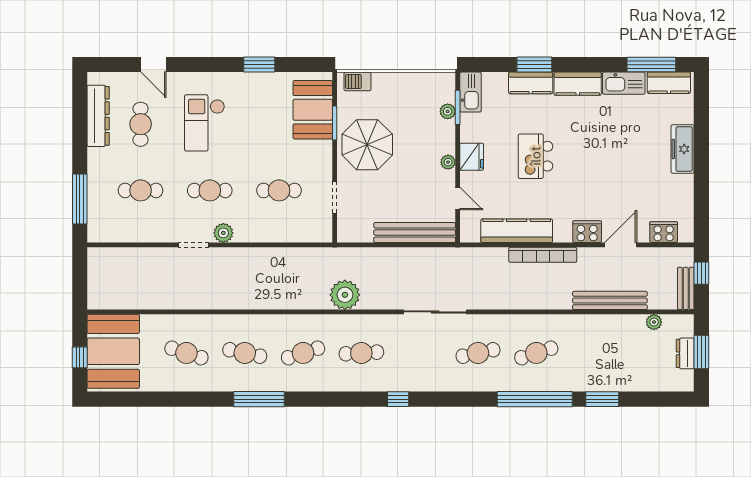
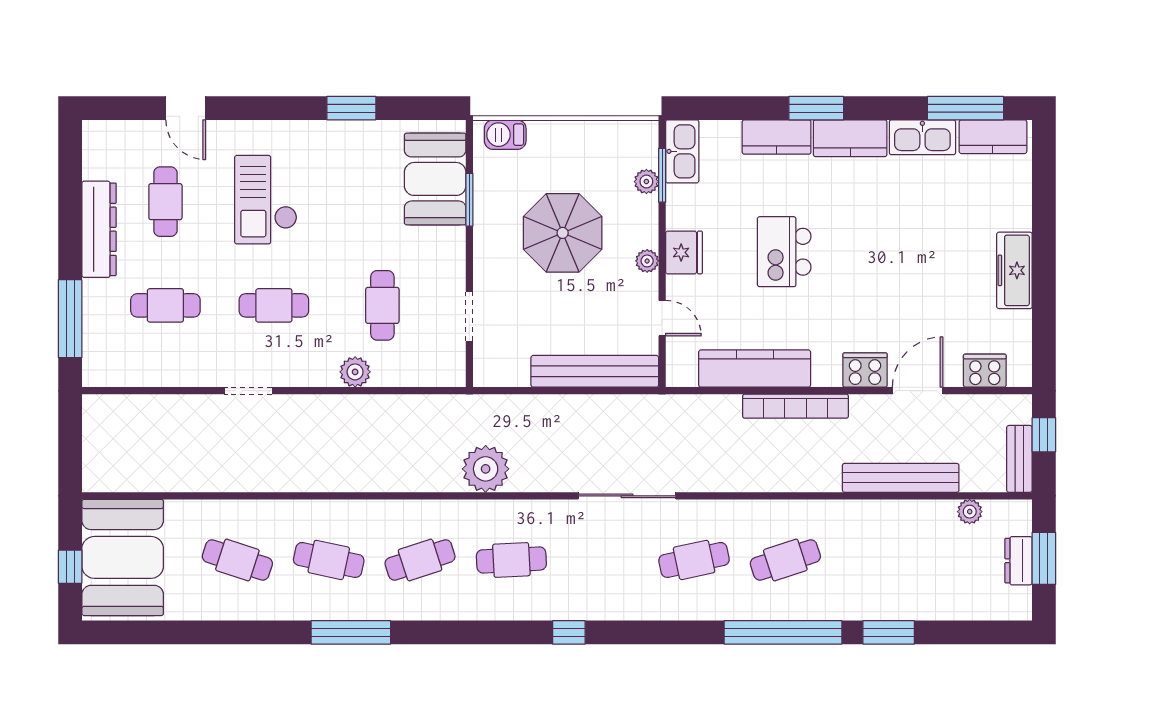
window: (534, 65) -> (816, 108), moved
dresser: (98, 116) -> (99, 229), moved
parasol: (367, 145) -> (563, 233), moved
freezer: (683, 149) -> (1014, 270), moved
cafe table: (279, 190) -> (382, 305), turned 90
plant: (223, 233) -> (355, 372), moved

